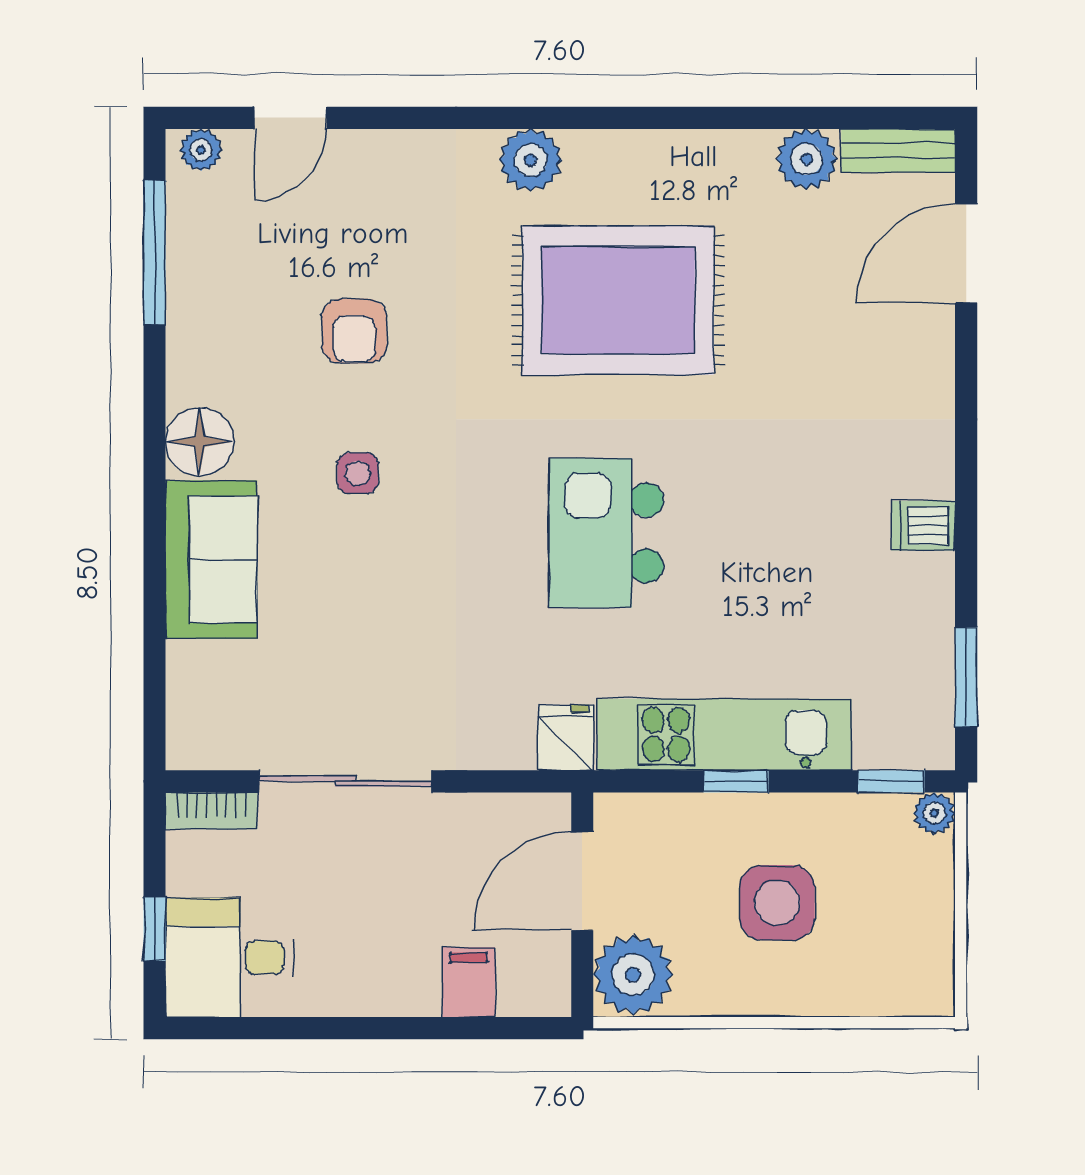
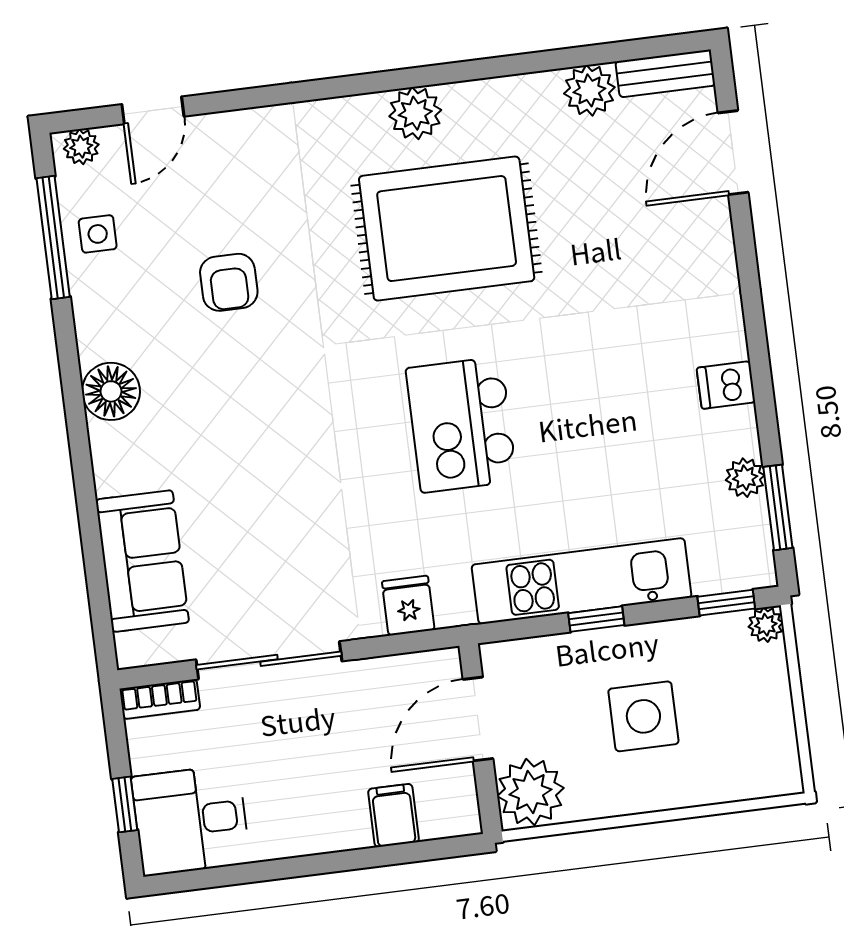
plant: (531, 160) -> (415, 113), moved
side table: (358, 473) -> (98, 234), moved
sofa: (211, 560) -> (142, 561), moved
plant: (932, 637) -> (745, 478), added
fridge: (566, 738) -> (408, 606), moved

